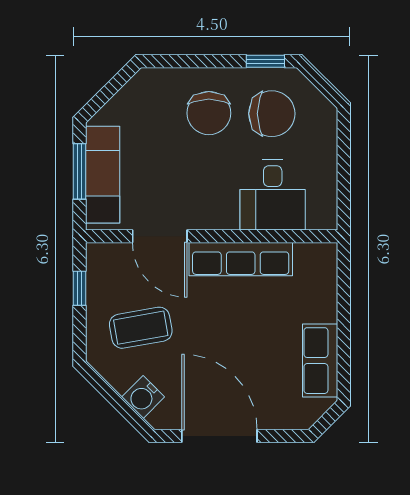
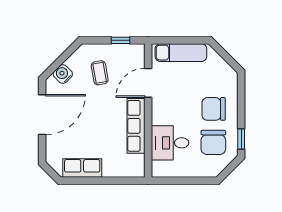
window: (80, 171) -> (183, 40), removed
coffee table: (141, 328) -> (100, 73), width x0.73, depth x0.77

